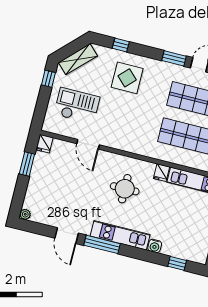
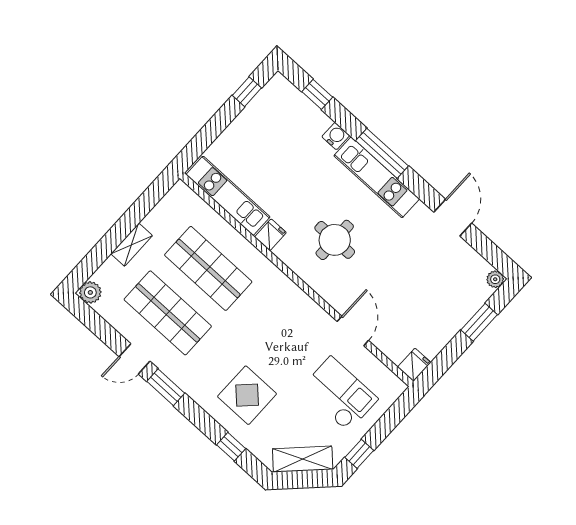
checkout: (77, 106) -> (339, 394), turned 180
window: (27, 164) -> (479, 322), moved
window: (102, 244) -> (382, 153), moved

